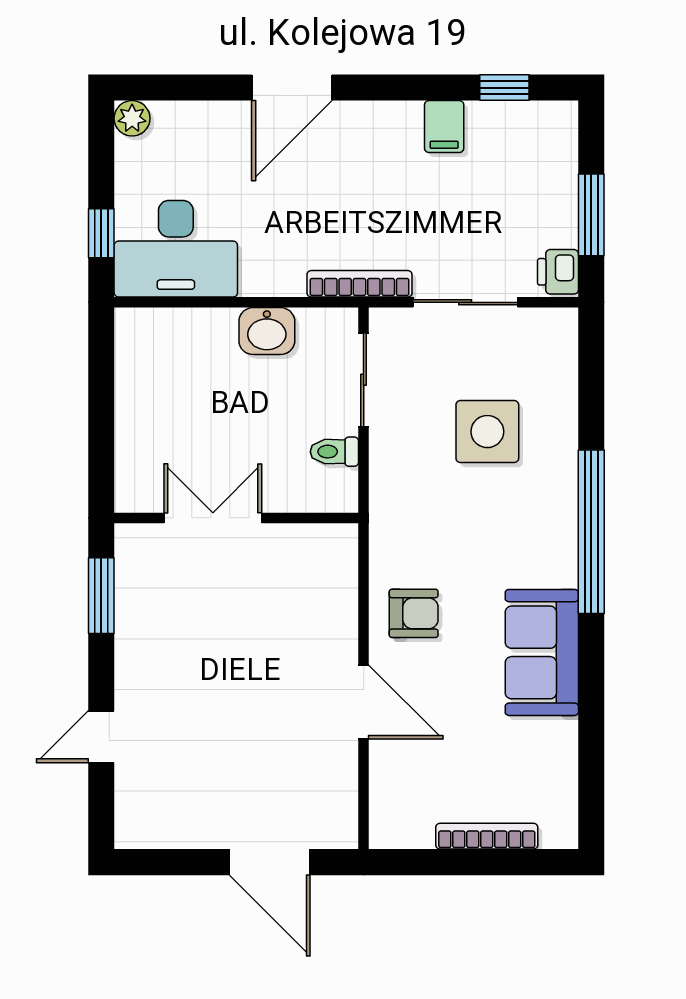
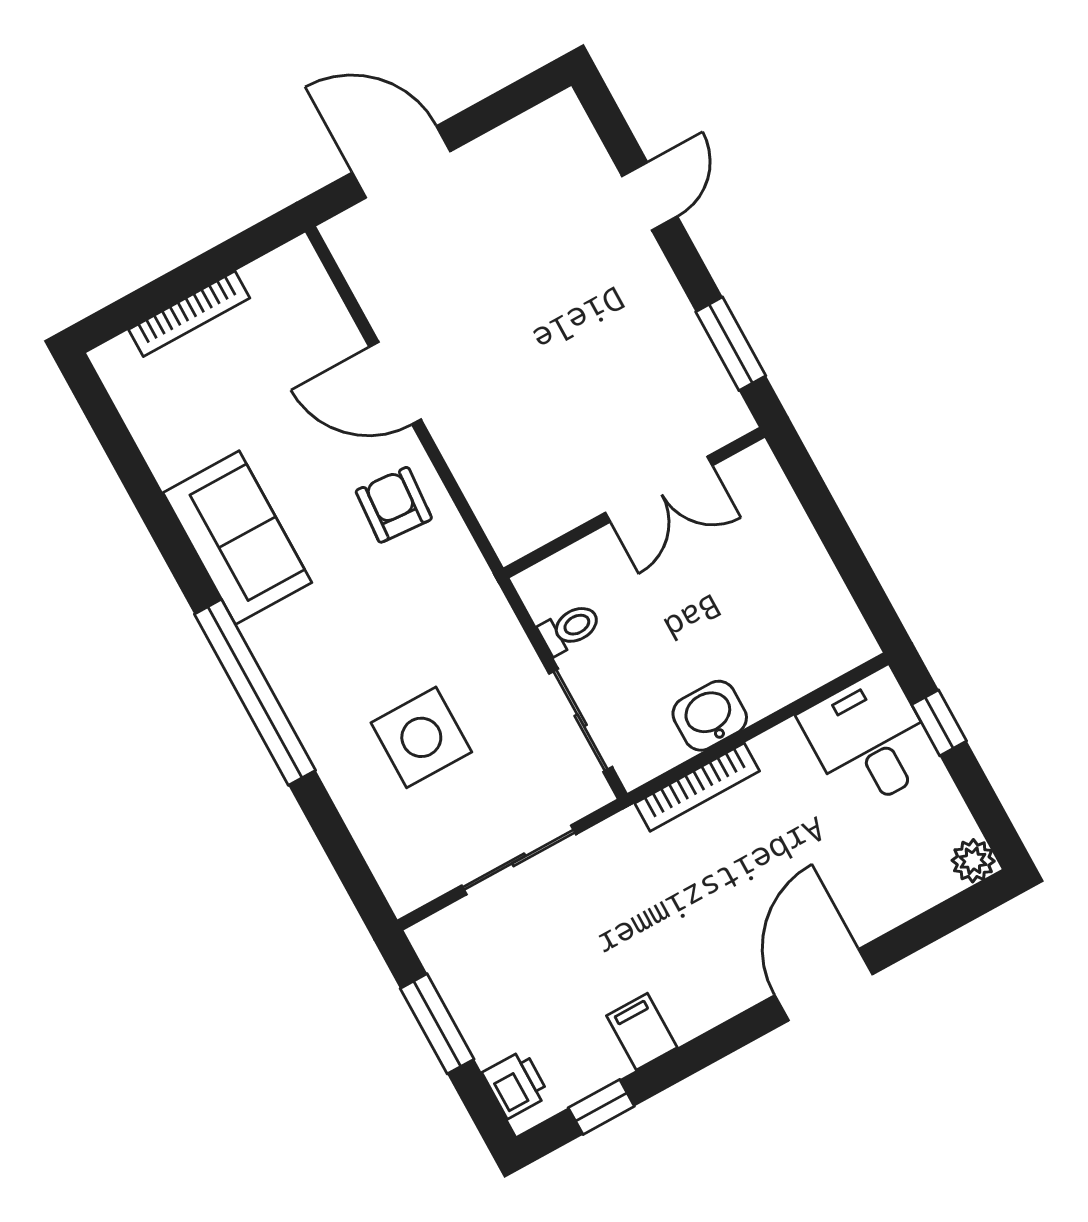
desk: (176, 249) -> (870, 740), width x0.73
printer: (558, 272) -> (516, 1084), moved
bookcase: (359, 284) -> (697, 787), moved
armchair: (414, 613) -> (394, 505), turned 94

